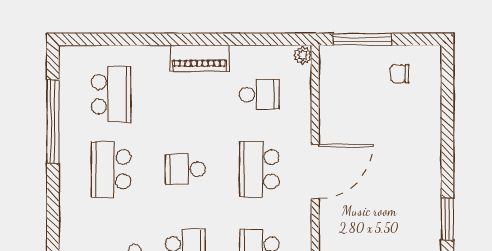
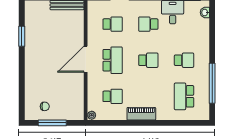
window: (362, 39) -> (52, 123), moved
school desk: (259, 94) -> (113, 96), turned 180
school desk: (111, 169) -> (184, 60), width x0.54

